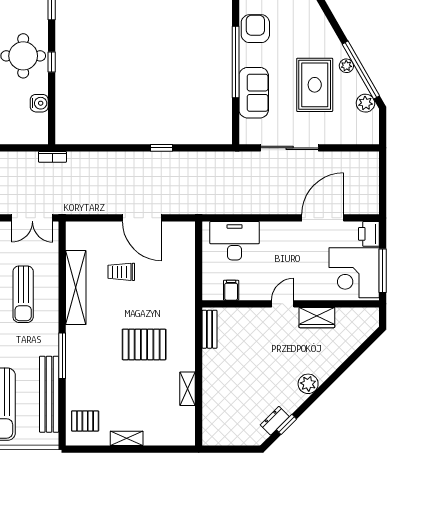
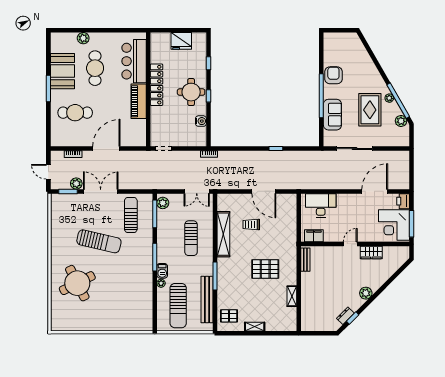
filing cabinet: (231, 290) -> (314, 236), width x2.00

